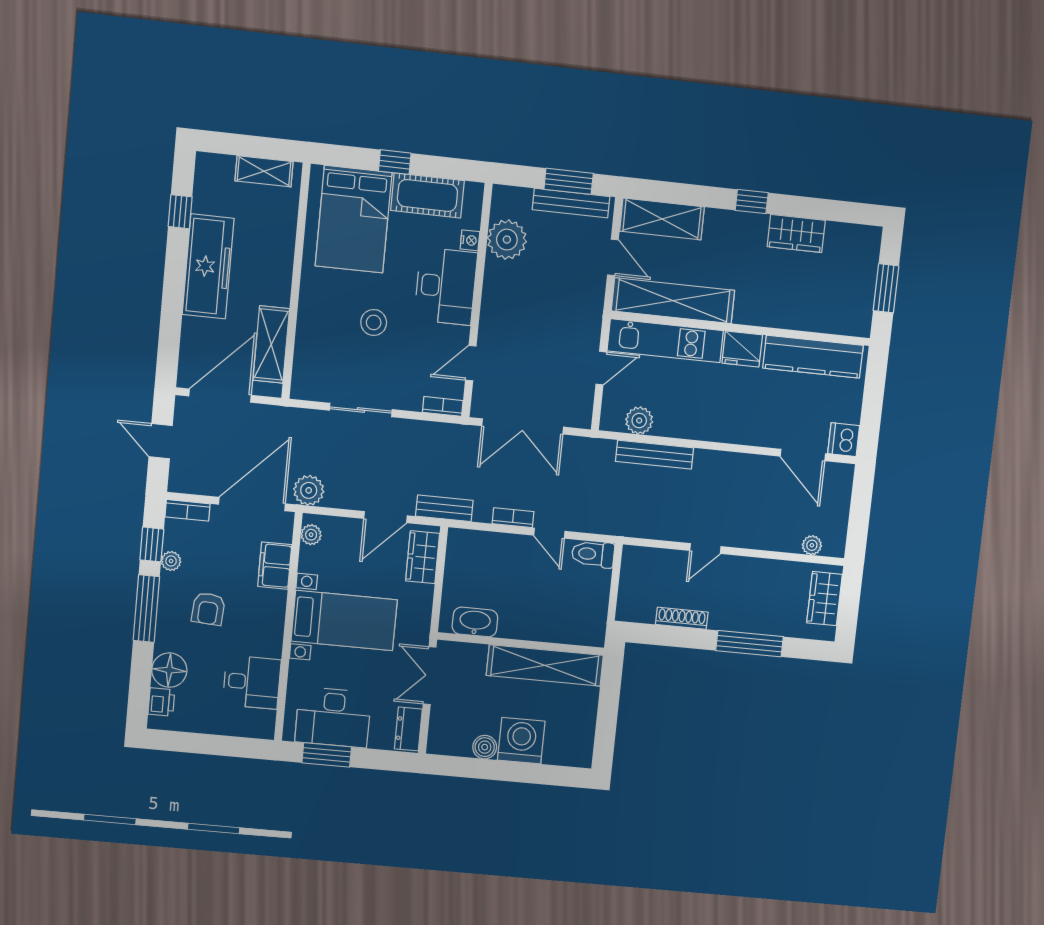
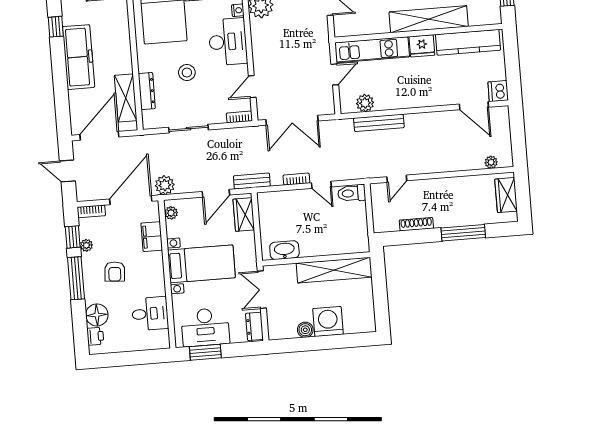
shelving: (673, 301) -> (429, 19), moved
dresser: (306, 340) -> (147, 91), added
door: (705, 549) -> (397, 179), moved

